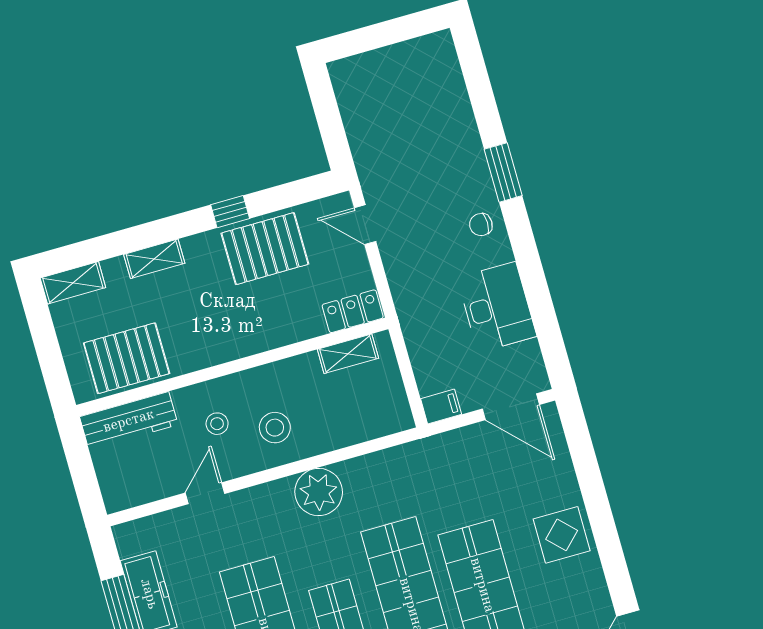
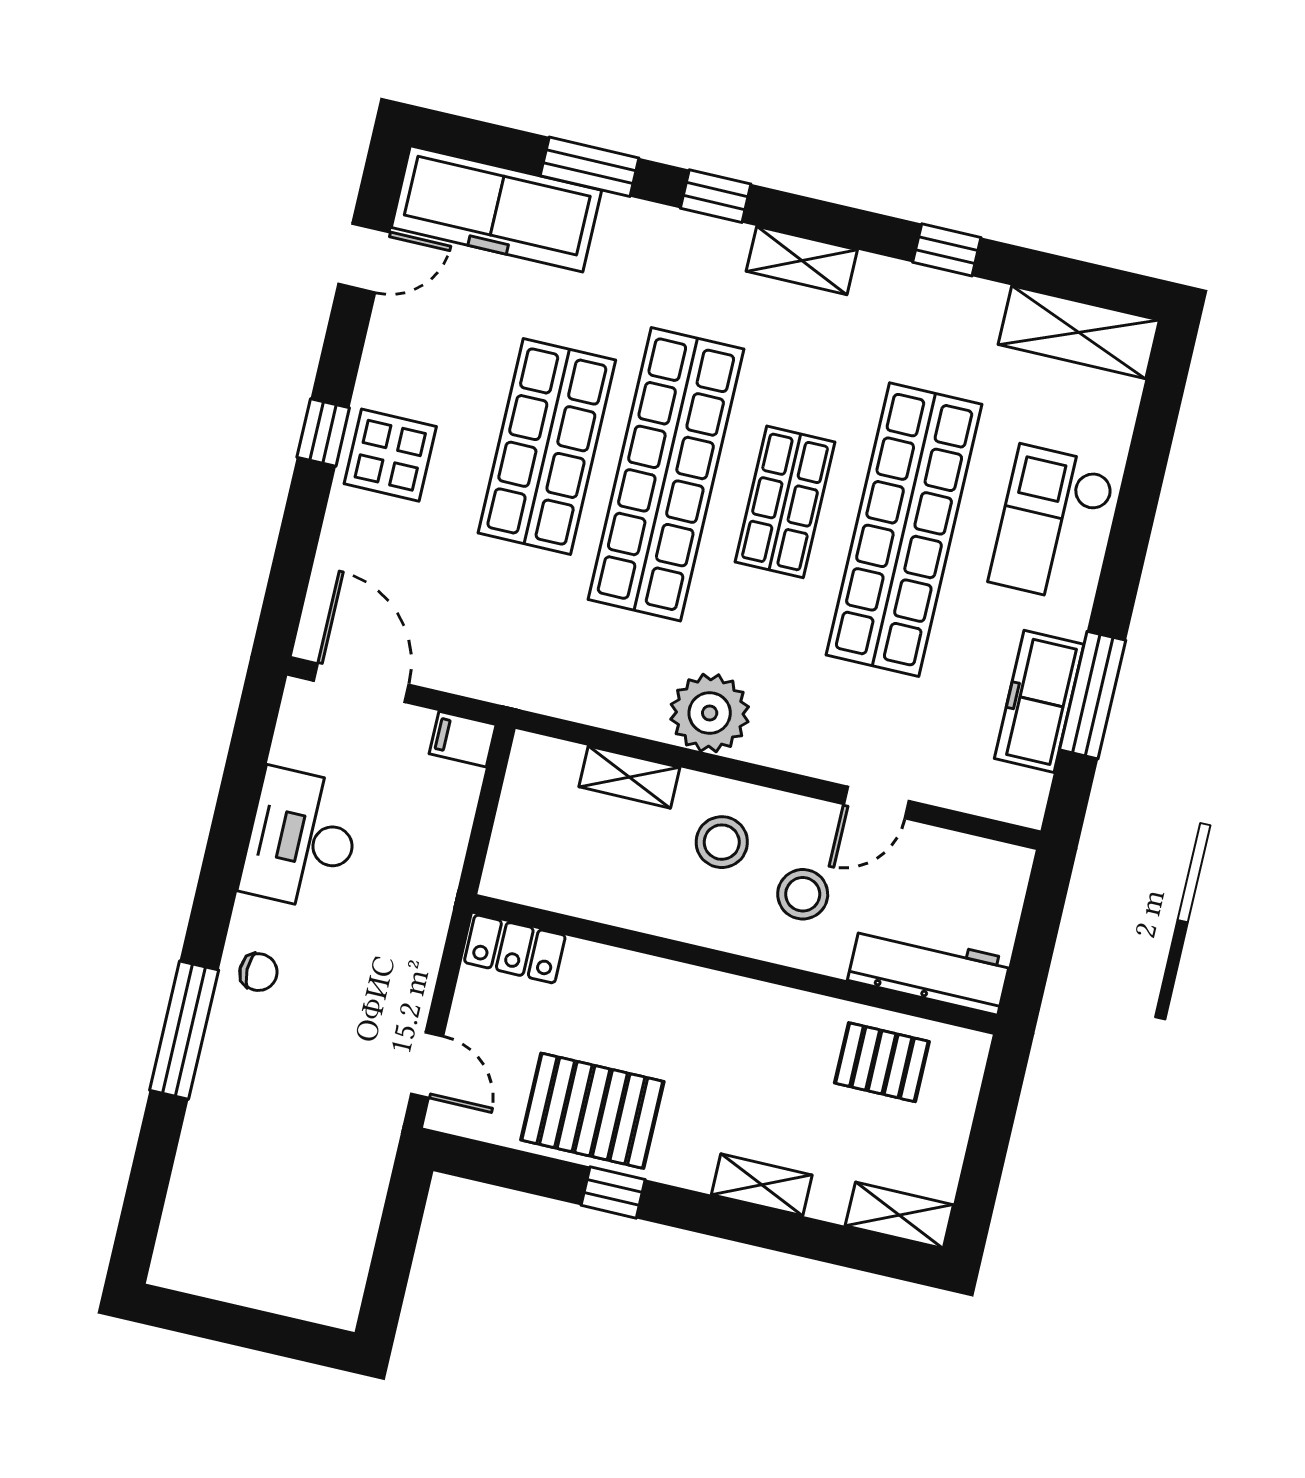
window: (503, 172) -> (184, 1030), width x1.44
shelving: (348, 354) -> (629, 777), moved
pallet: (127, 358) -> (882, 1062), width x0.67, depth x0.71
stool: (217, 424) -> (803, 894), width x1.37, depth x1.37
window: (604, 527) -> (323, 432), added

